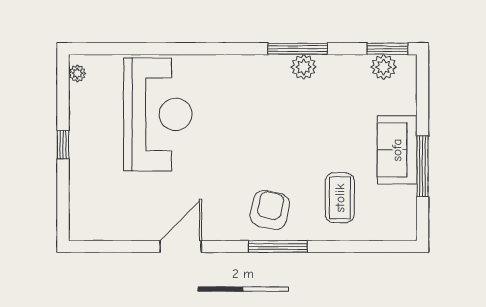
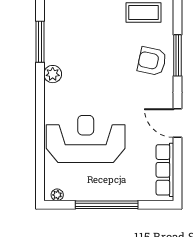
plant: (304, 67) -> (53, 74), moved
window: (63, 145) -> (107, 205), width x3.17
row of seats: (113, 228) -> (165, 170), added

